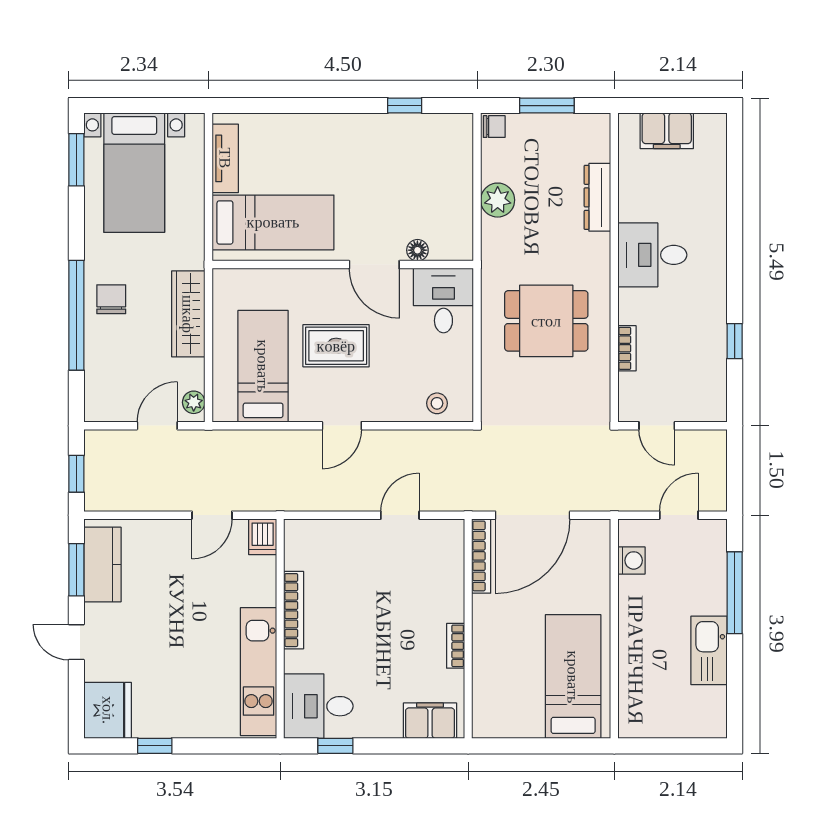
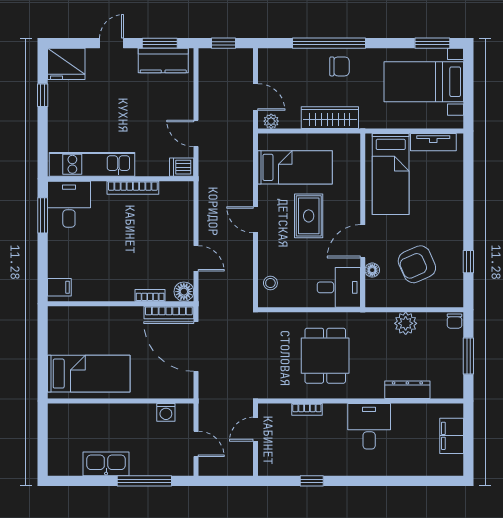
armchair: (409, 183) -> (417, 264), added
floor lamp: (450, 533) -> (184, 292), added
bookcase: (456, 646) -> (150, 295), moved
filing cabinet: (430, 721) -> (59, 287), width x0.50
window: (335, 746) -> (43, 215), width x1.50

